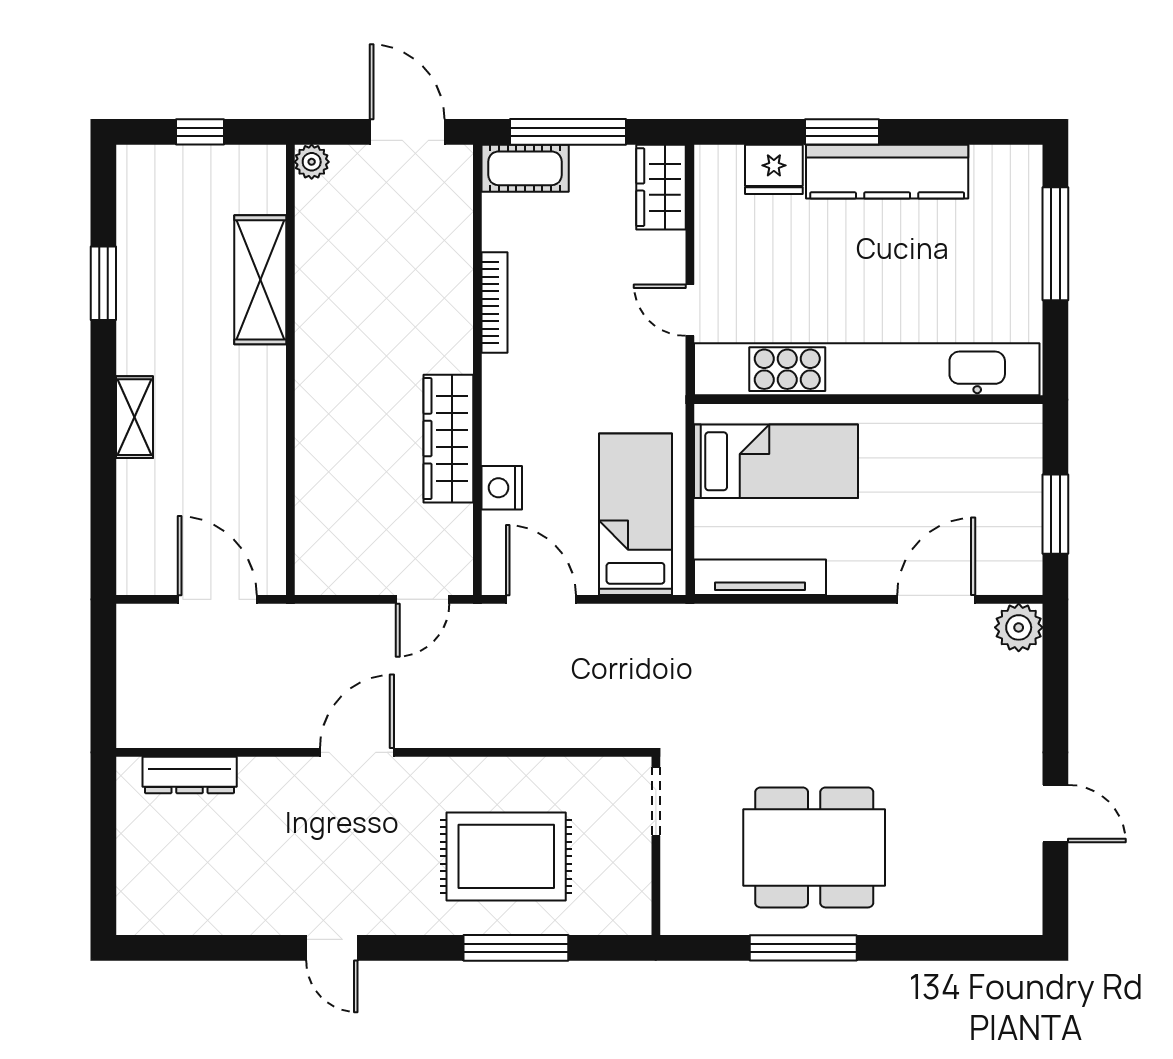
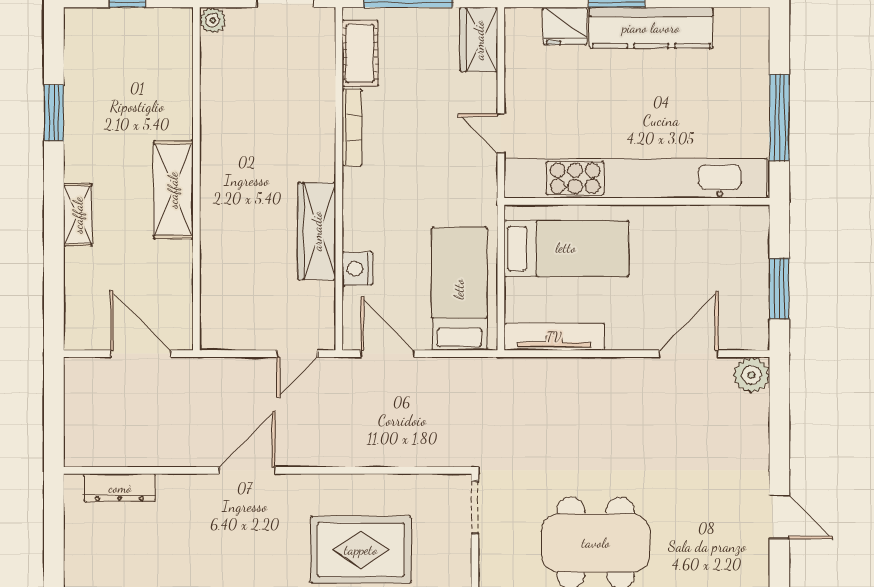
cot: (525, 168) -> (360, 53), moved, turned 90
window: (1055, 244) -> (779, 118), moved
shelving: (260, 280) -> (173, 190), moved

